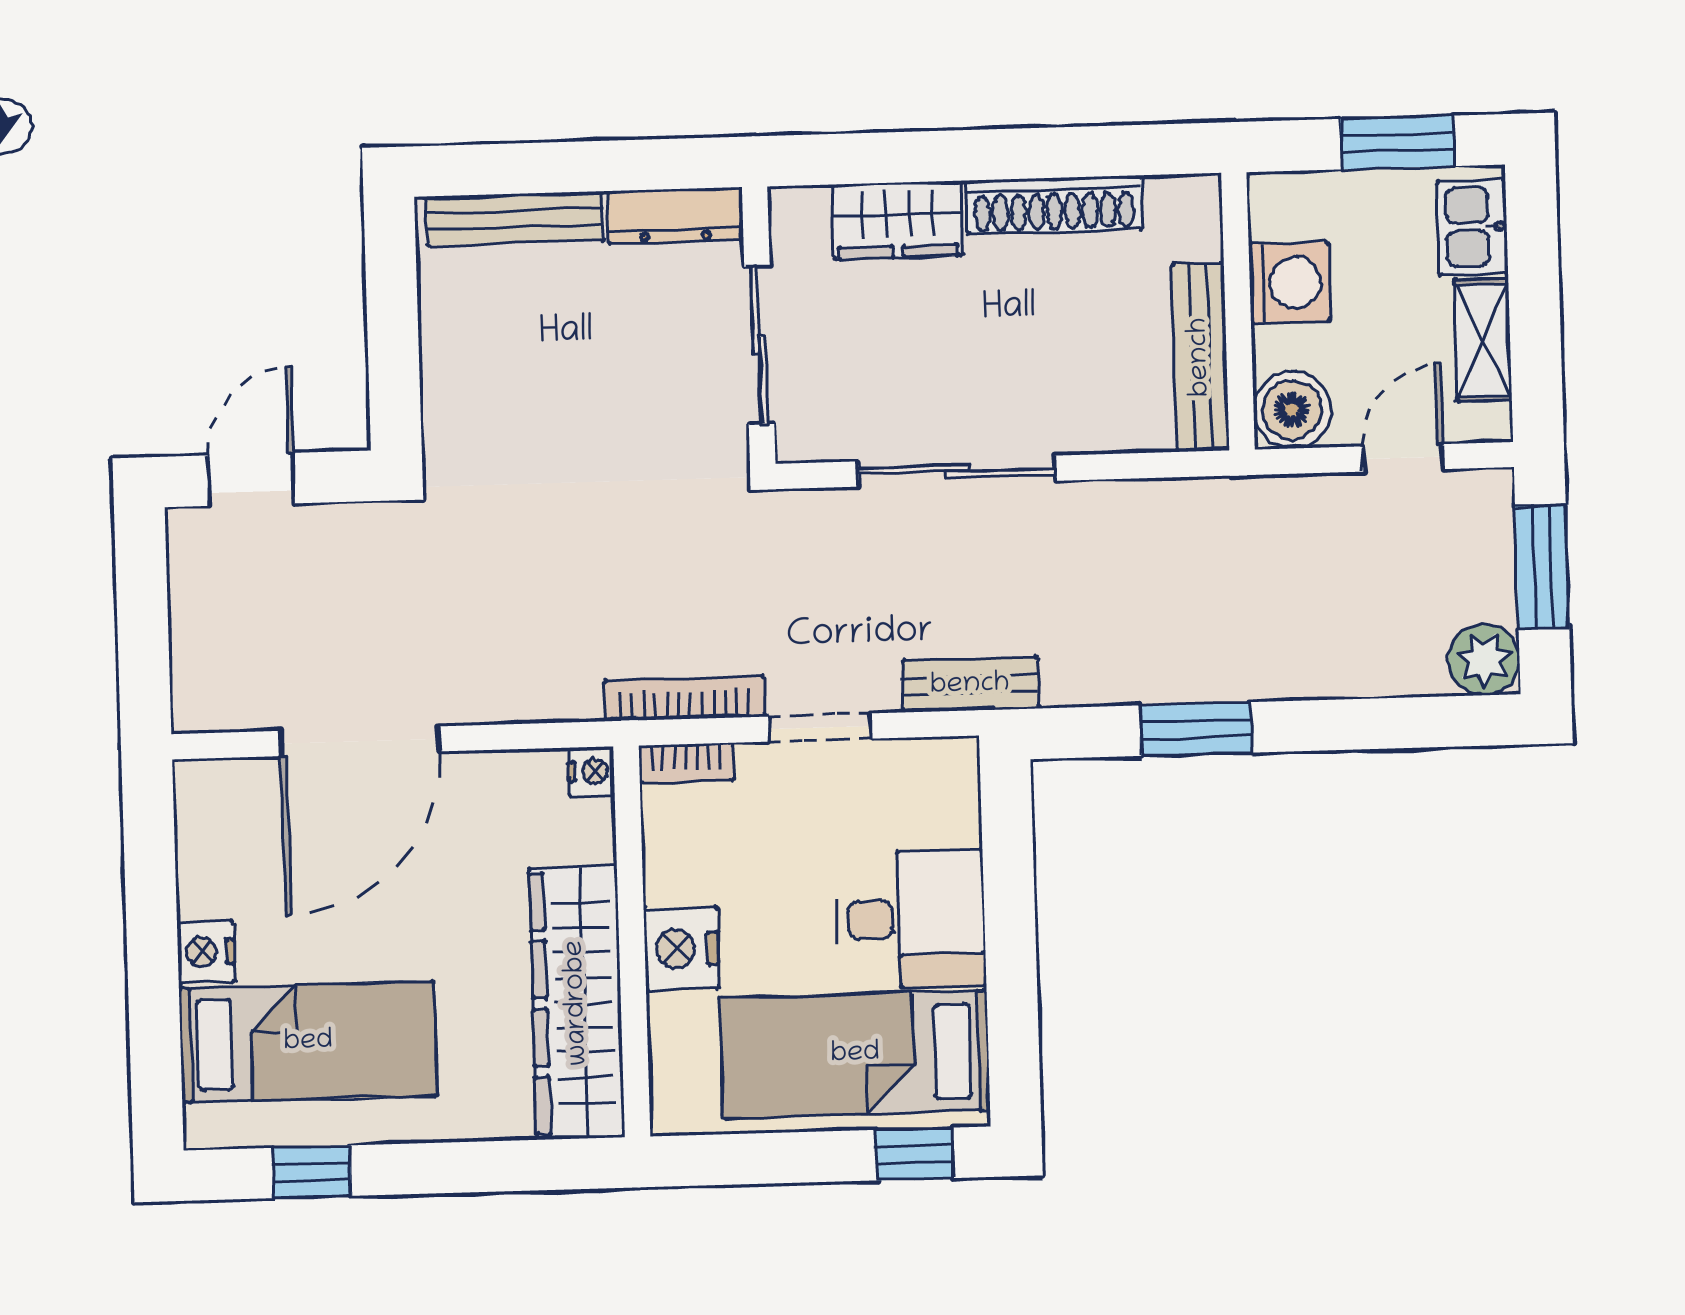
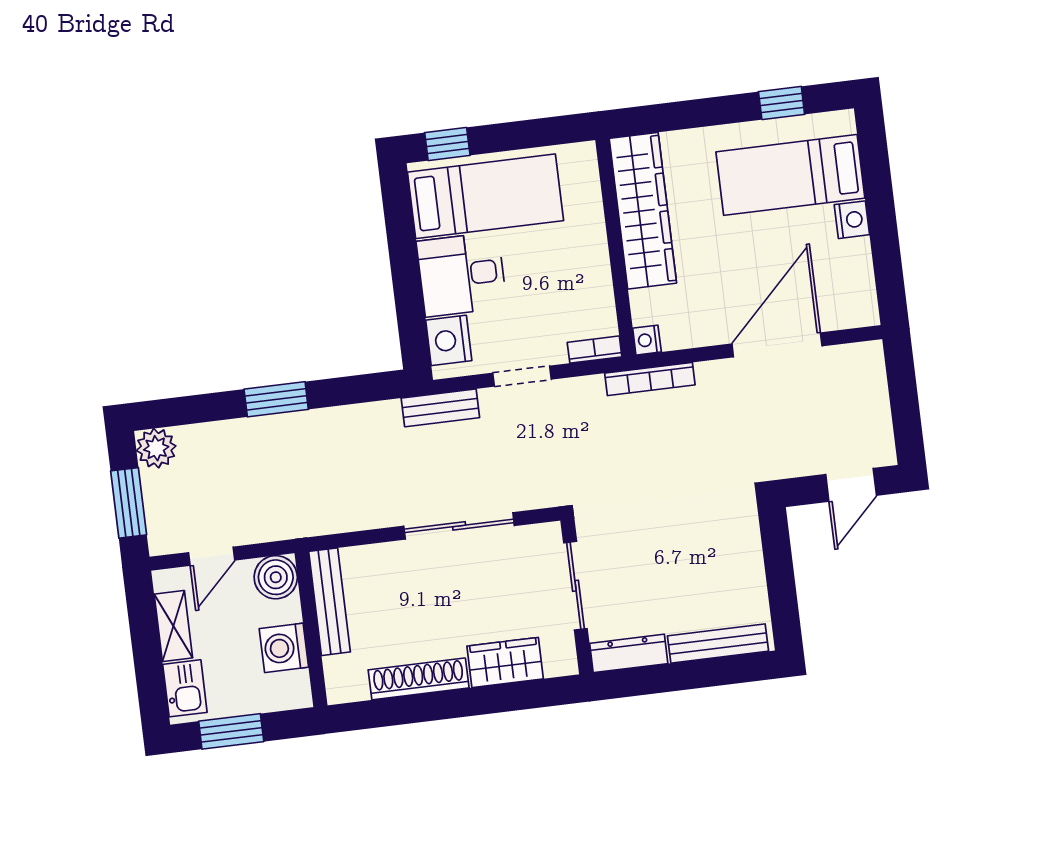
bookcase: (685, 699) -> (650, 379), moved
window: (1196, 729) -> (276, 399), moved
nightstand: (681, 949) -> (449, 340), moved, turned 180

